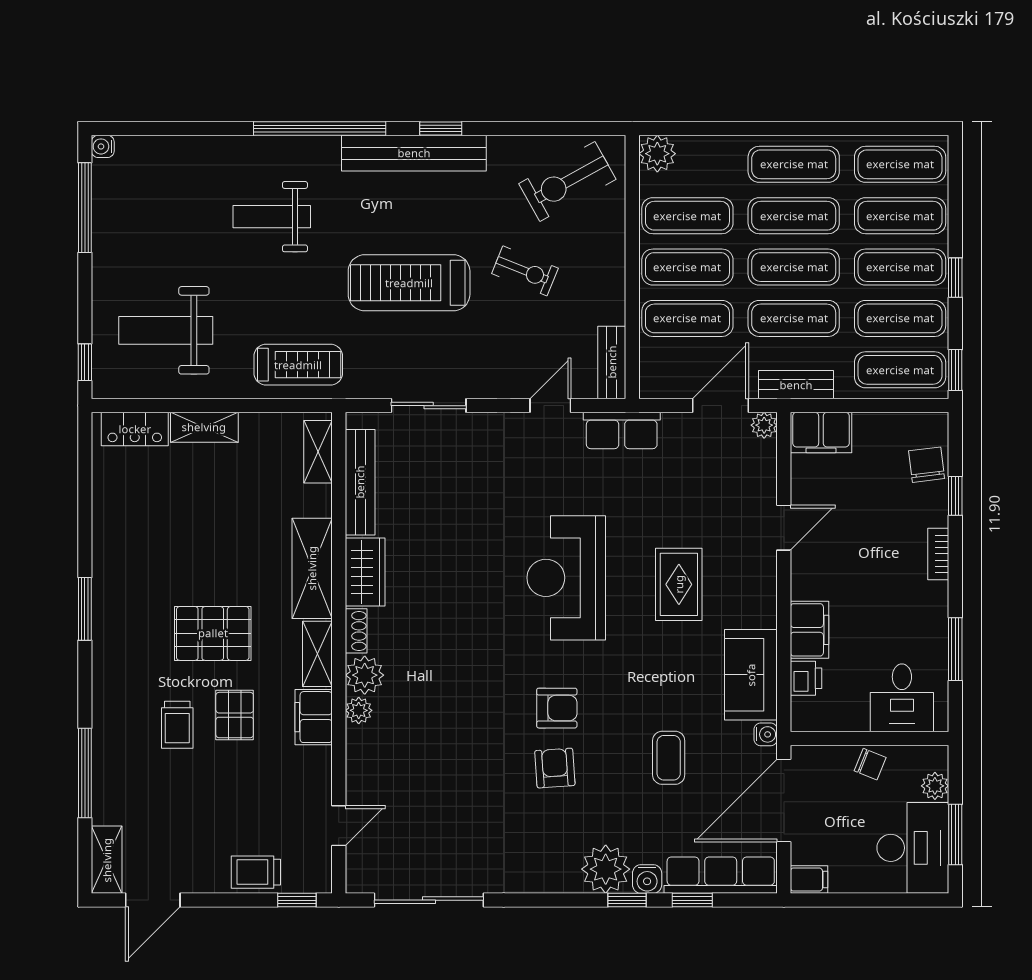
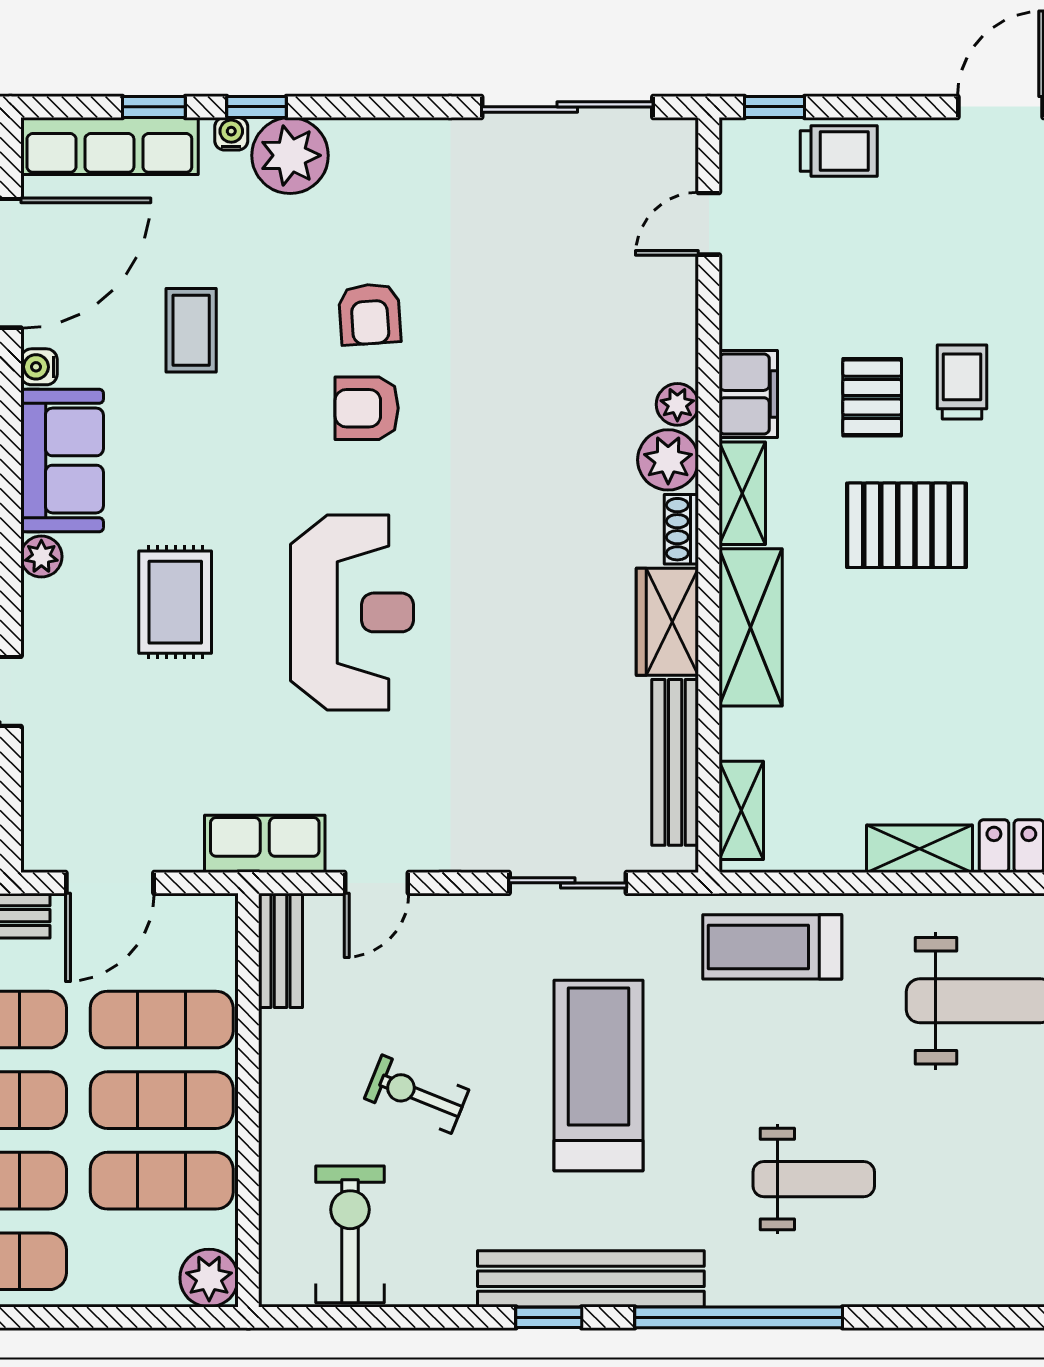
exercise bike: (567, 181) -> (350, 1234), turned -61
treadmill: (409, 283) -> (598, 1075), turned -90
plant: (764, 425) -> (41, 557), moved
water cooler: (647, 879) -> (231, 134), width x0.72, depth x0.72

